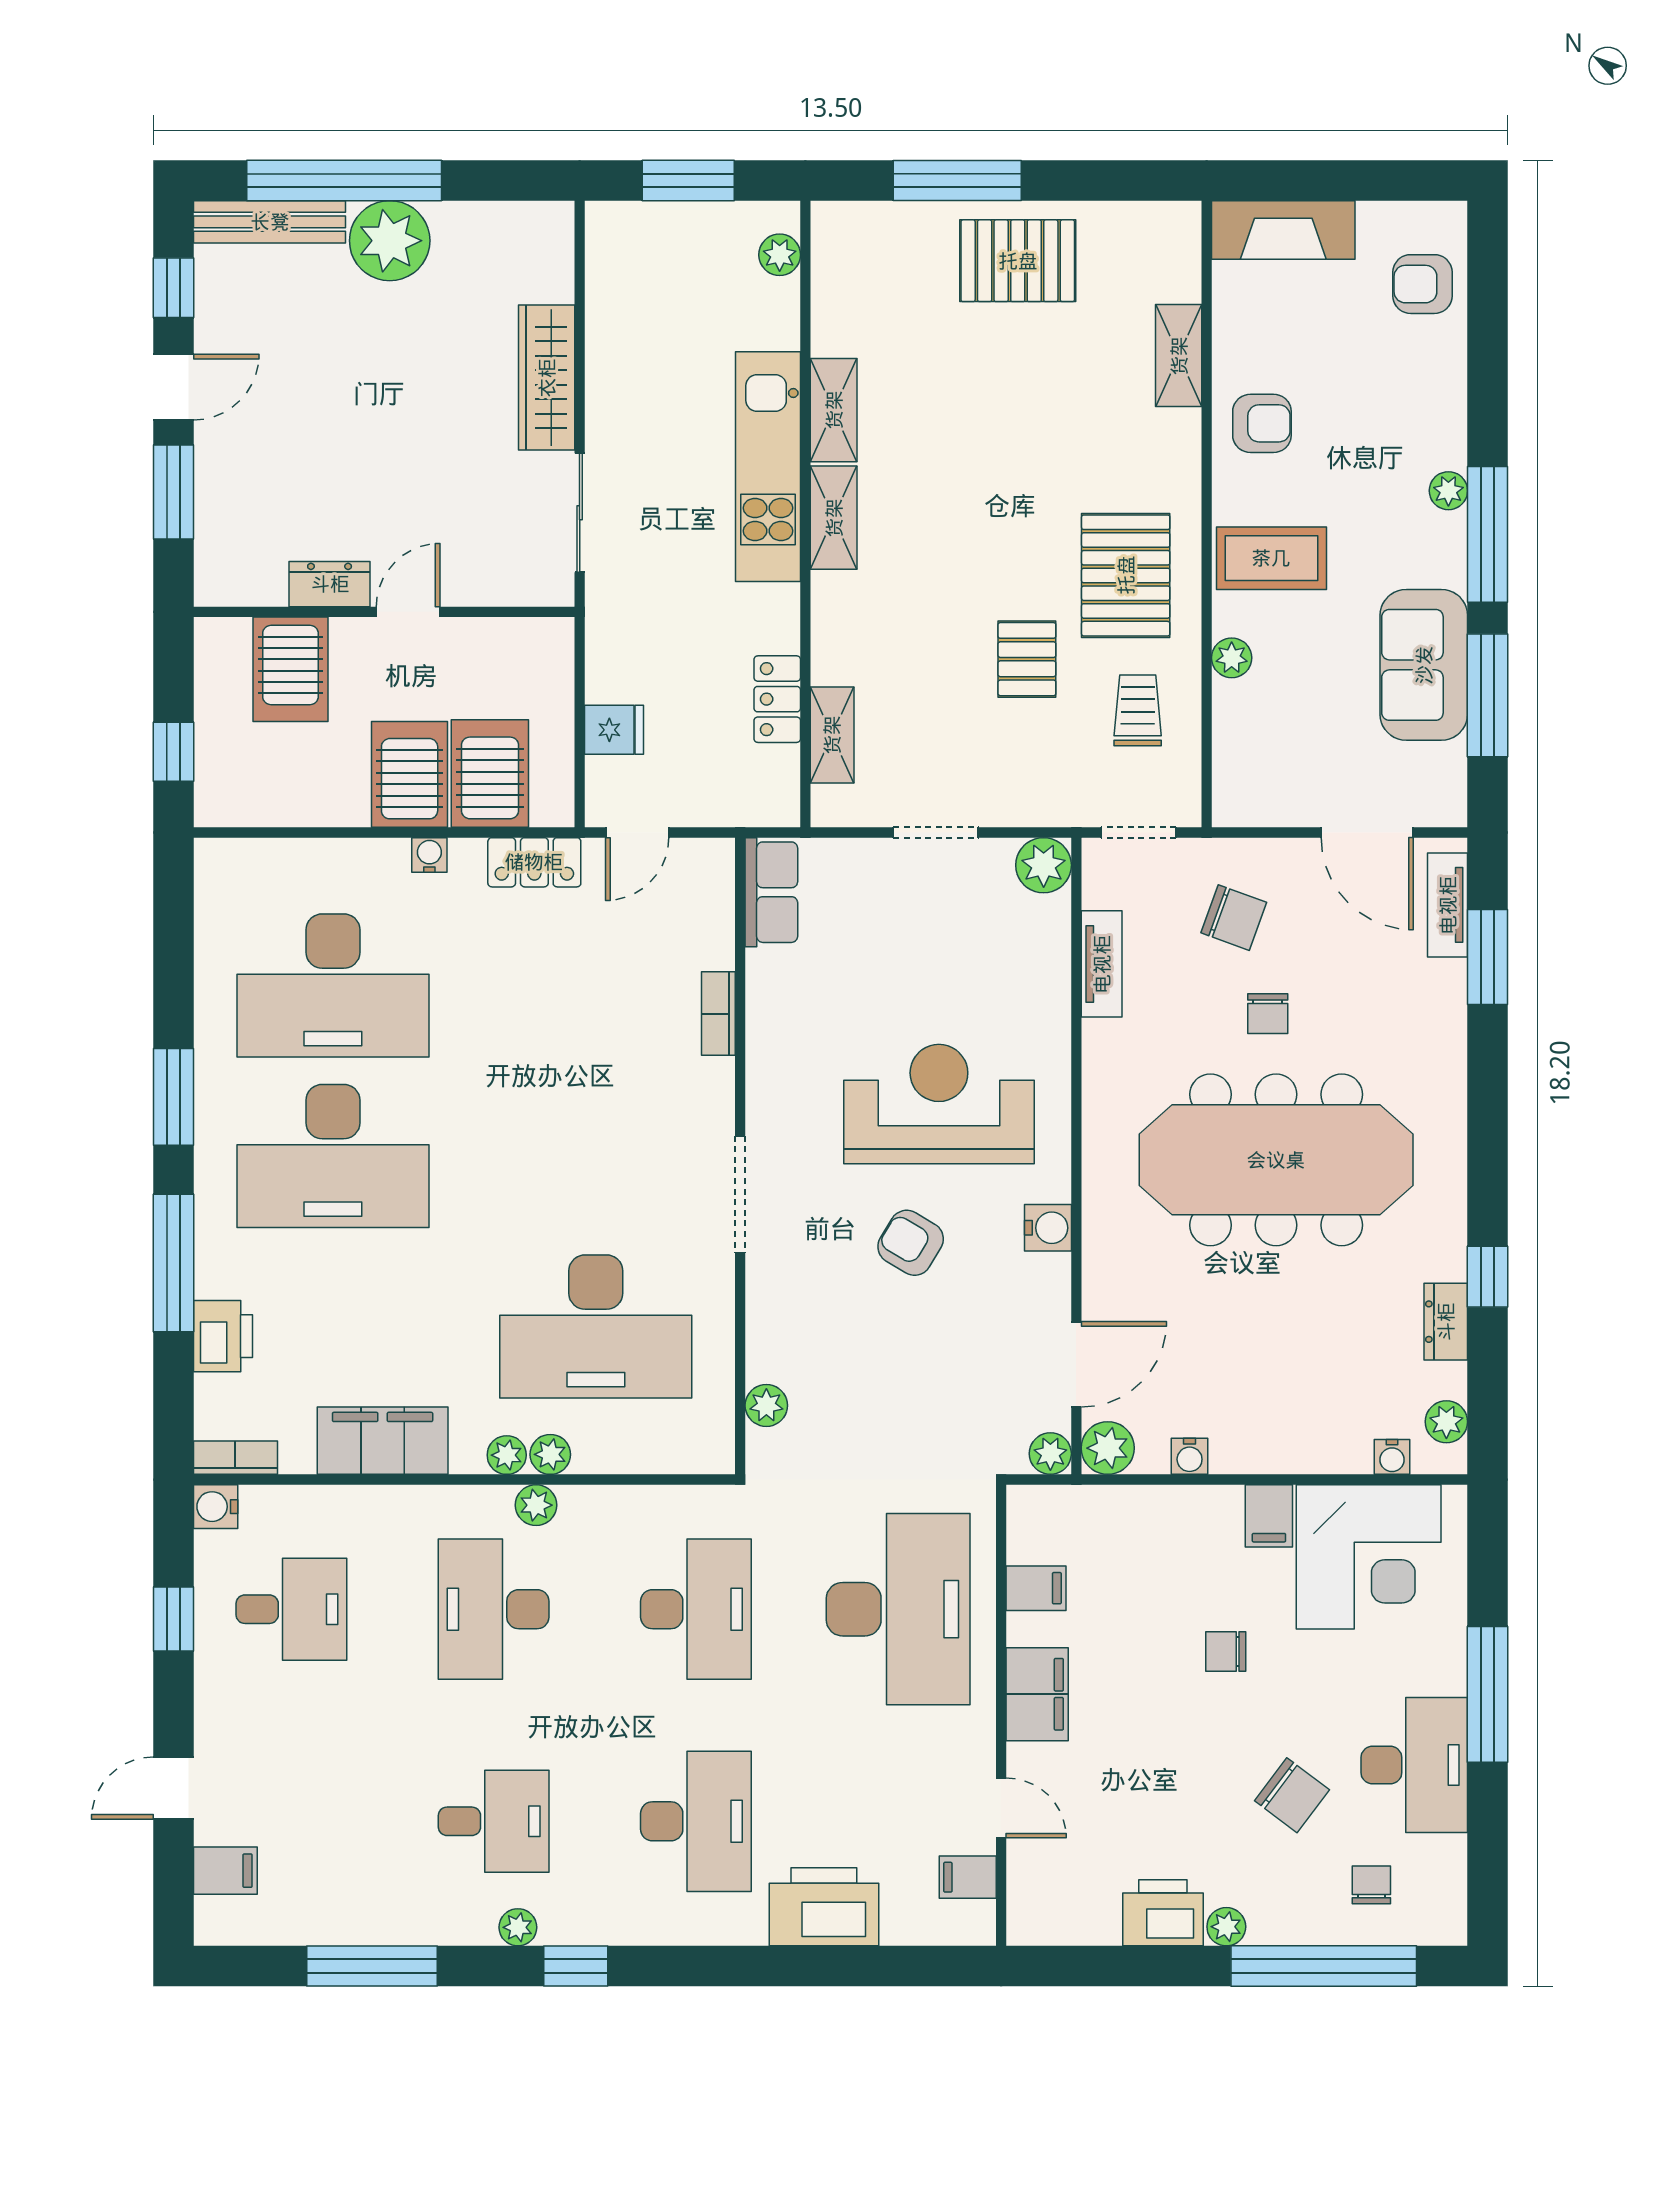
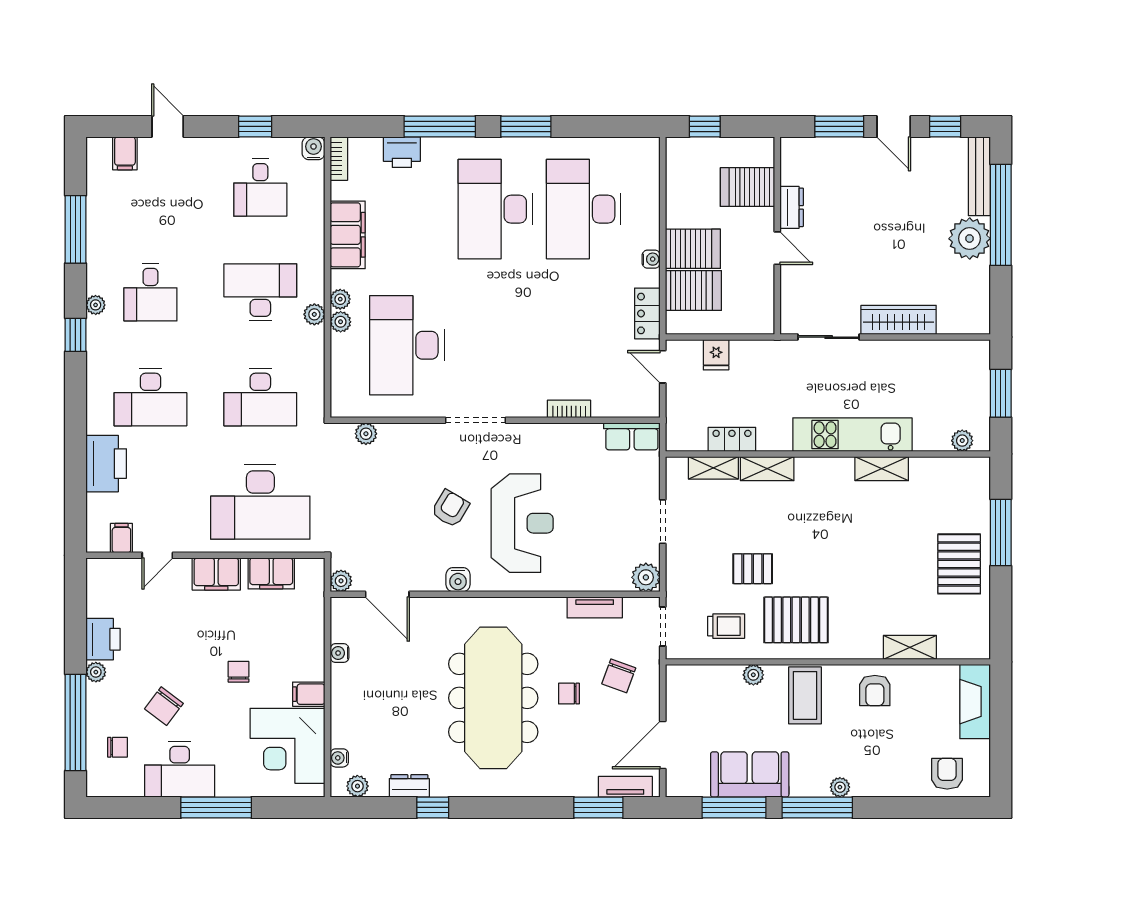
shelving: (834, 518) -> (767, 469), moved
plant: (1108, 1448) -> (344, 611), removed
filing cabinet: (1036, 1588) -> (271, 573), width x2.00

